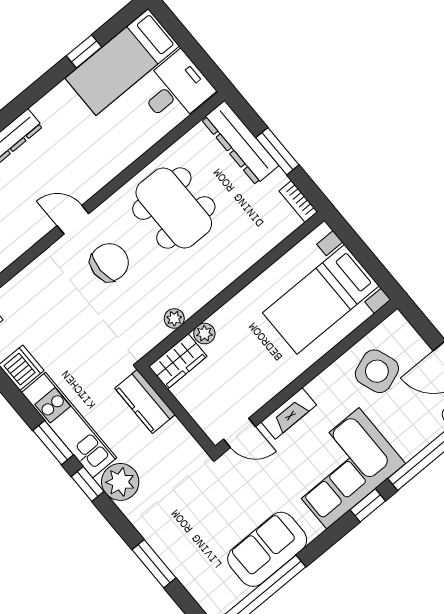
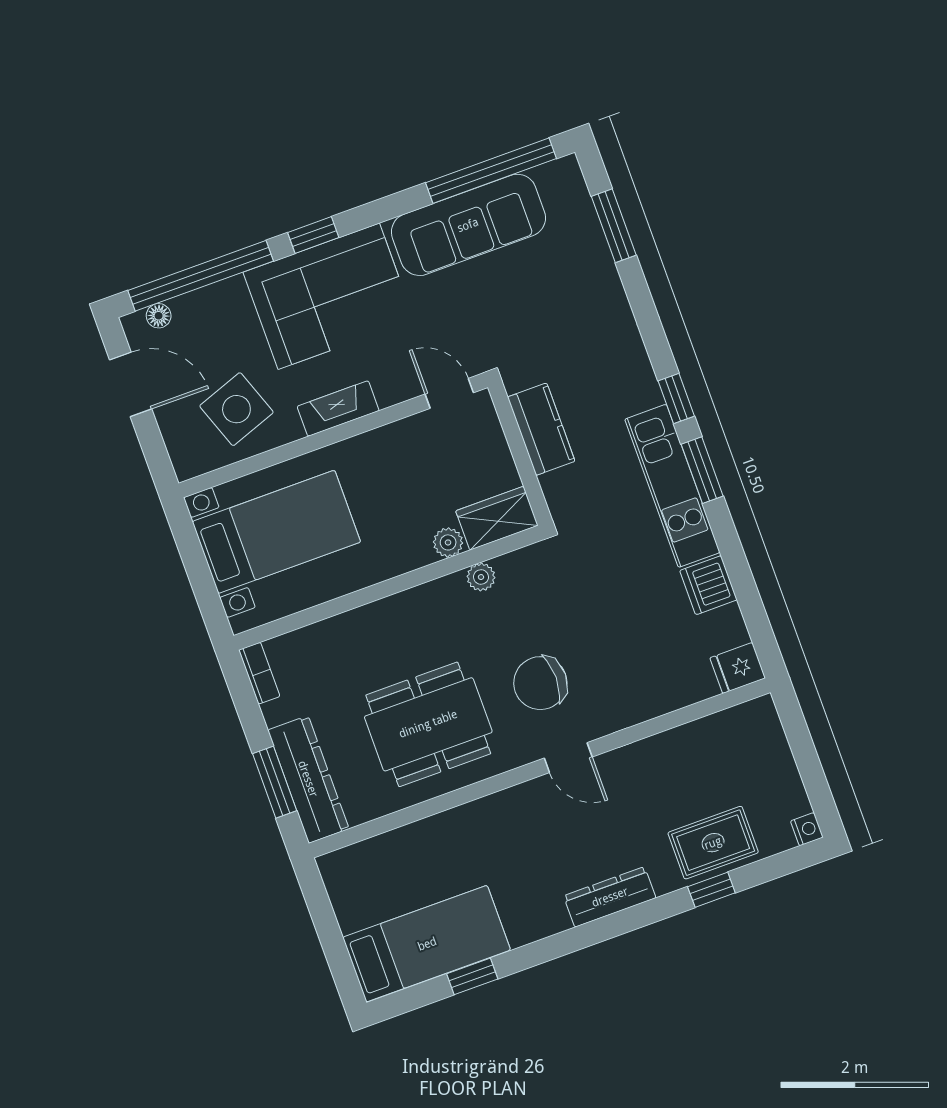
desk: (176, 89) -> (369, 882), removed
window: (277, 151) -> (275, 782), moved
dining table: (174, 208) -> (428, 724), turned 90
kitchen counter: (145, 401) -> (541, 429), moved
fireplace: (289, 413) -> (338, 408), moved
plant: (120, 482) -> (632, 385), removed
sofa: (267, 549) -> (468, 225), width x1.36
window: (154, 564) -> (614, 226), moved

